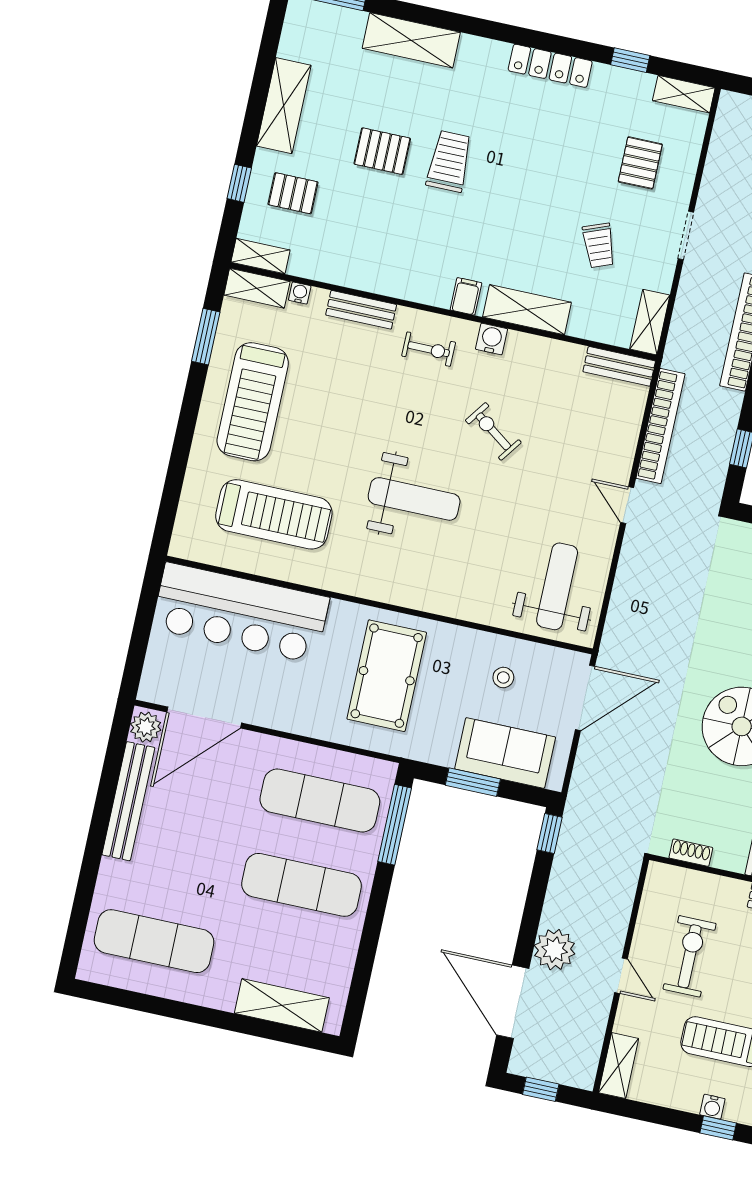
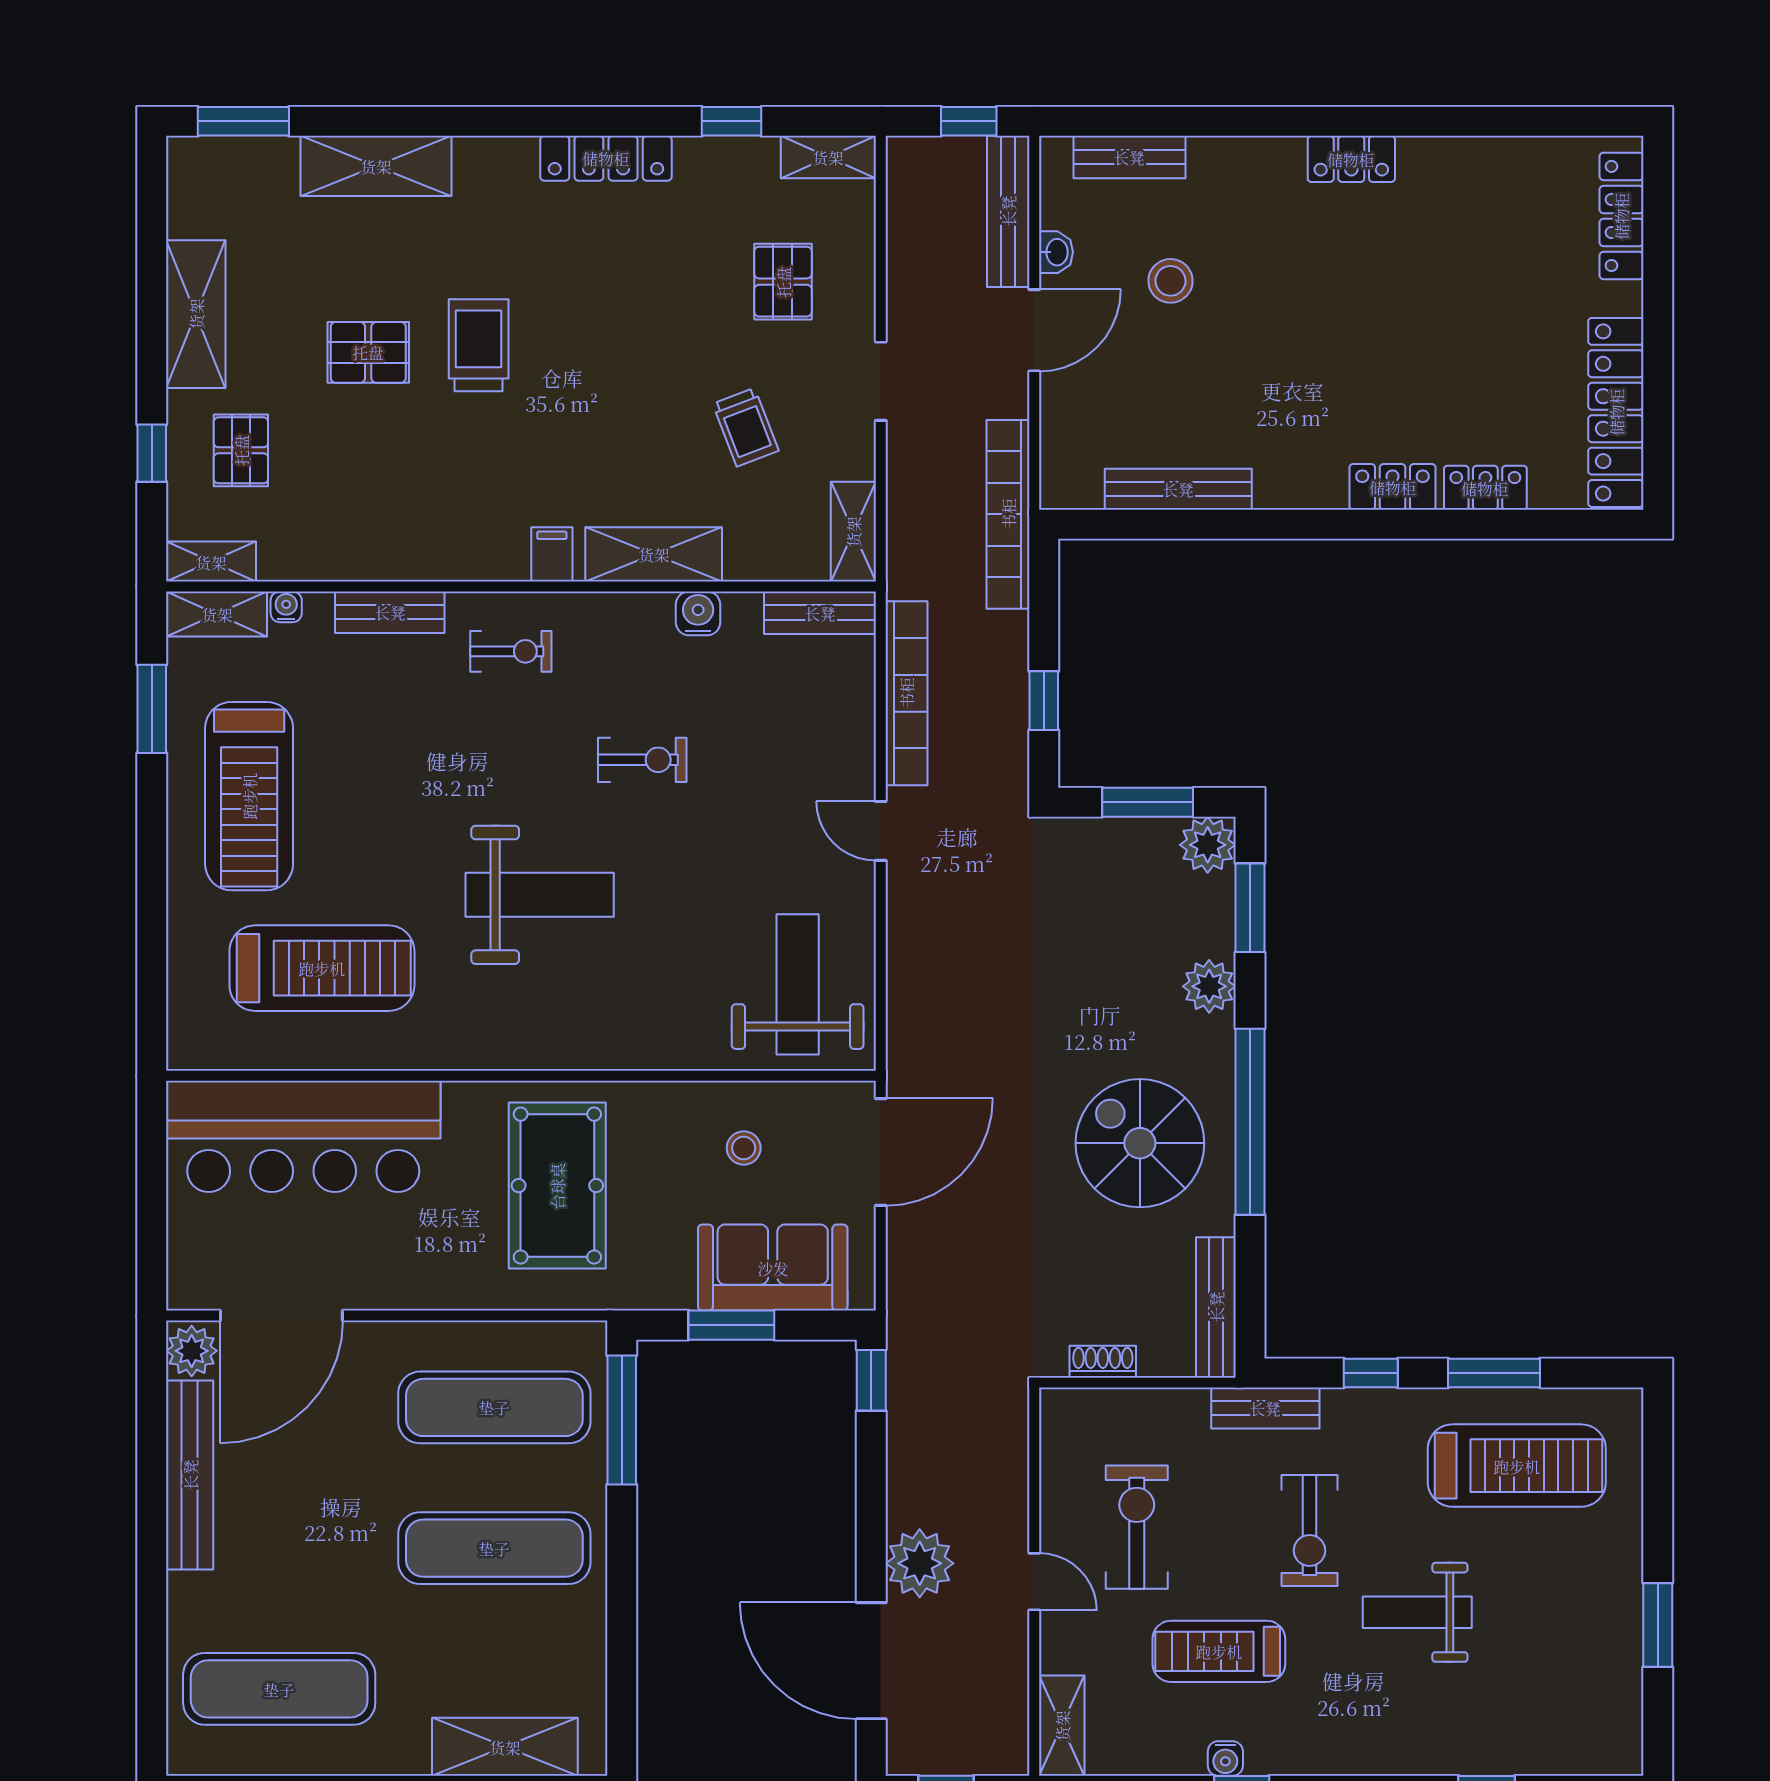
pallet: (293, 193) -> (241, 450), turned 90
water cooler: (491, 339) -> (698, 613), moved
exercise bike: (493, 431) -> (642, 760), turned 144

